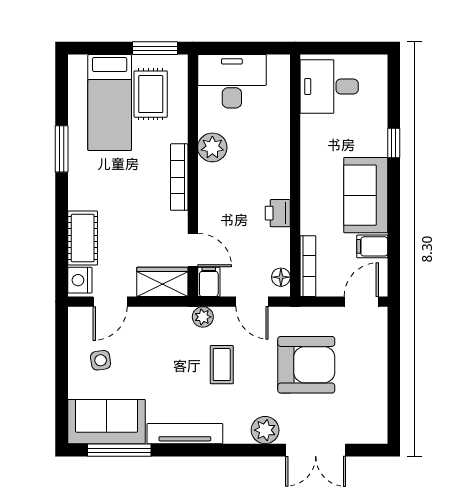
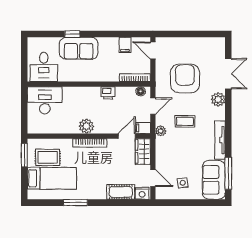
desk: (232, 81) -> (45, 100), moved, turned 90
plant: (212, 147) -> (86, 126), moved
sofa: (366, 195) -> (79, 48), moved

